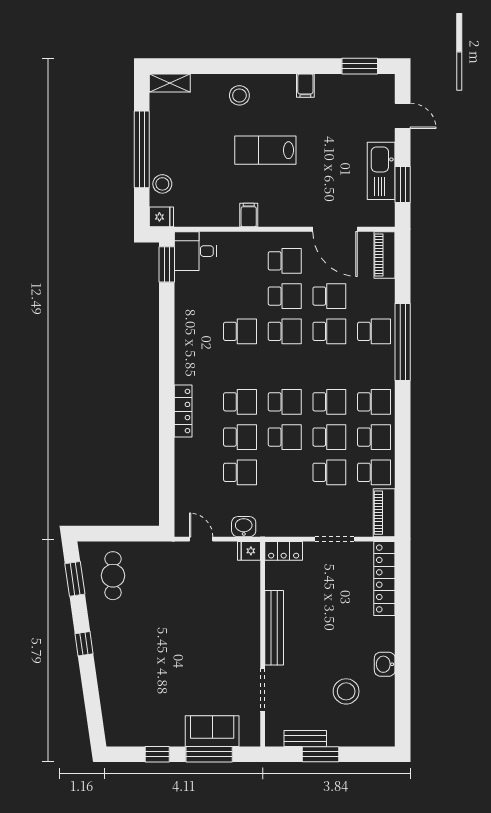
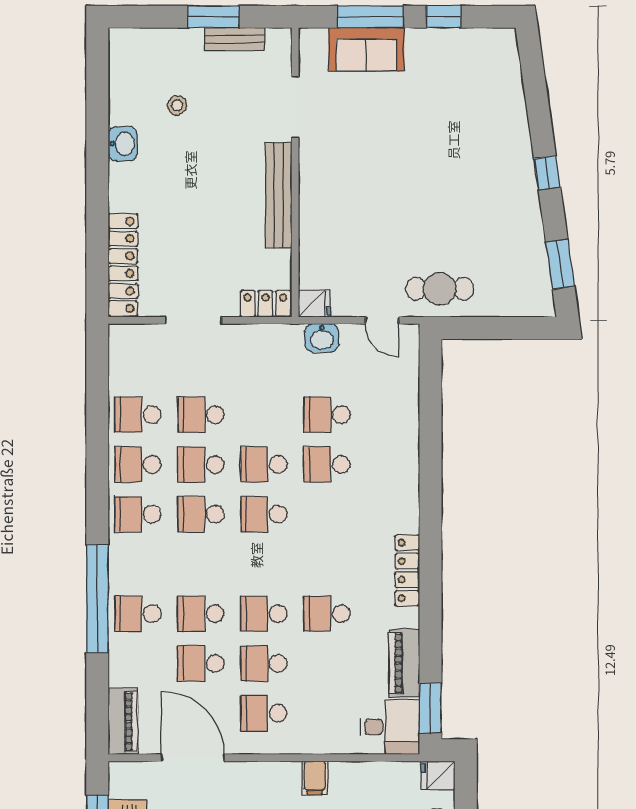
school desk: (240, 402) -> (327, 514), removed
locker: (183, 411) -> (407, 570), moved
piano: (384, 513) -> (404, 663), moved, turned 180
cafe table: (113, 576) -> (440, 289), moved, turned 90
stool: (346, 691) -> (177, 105), width x0.53, depth x0.53

